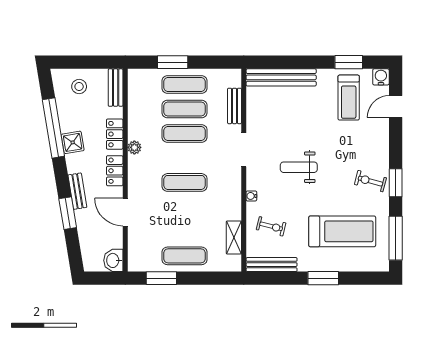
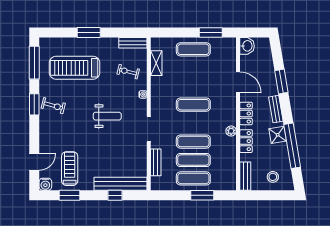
window: (289, 62) -> (115, 195), added
bench: (77, 191) -> (276, 109), moved
bench: (272, 265) -> (133, 43), width x0.73

